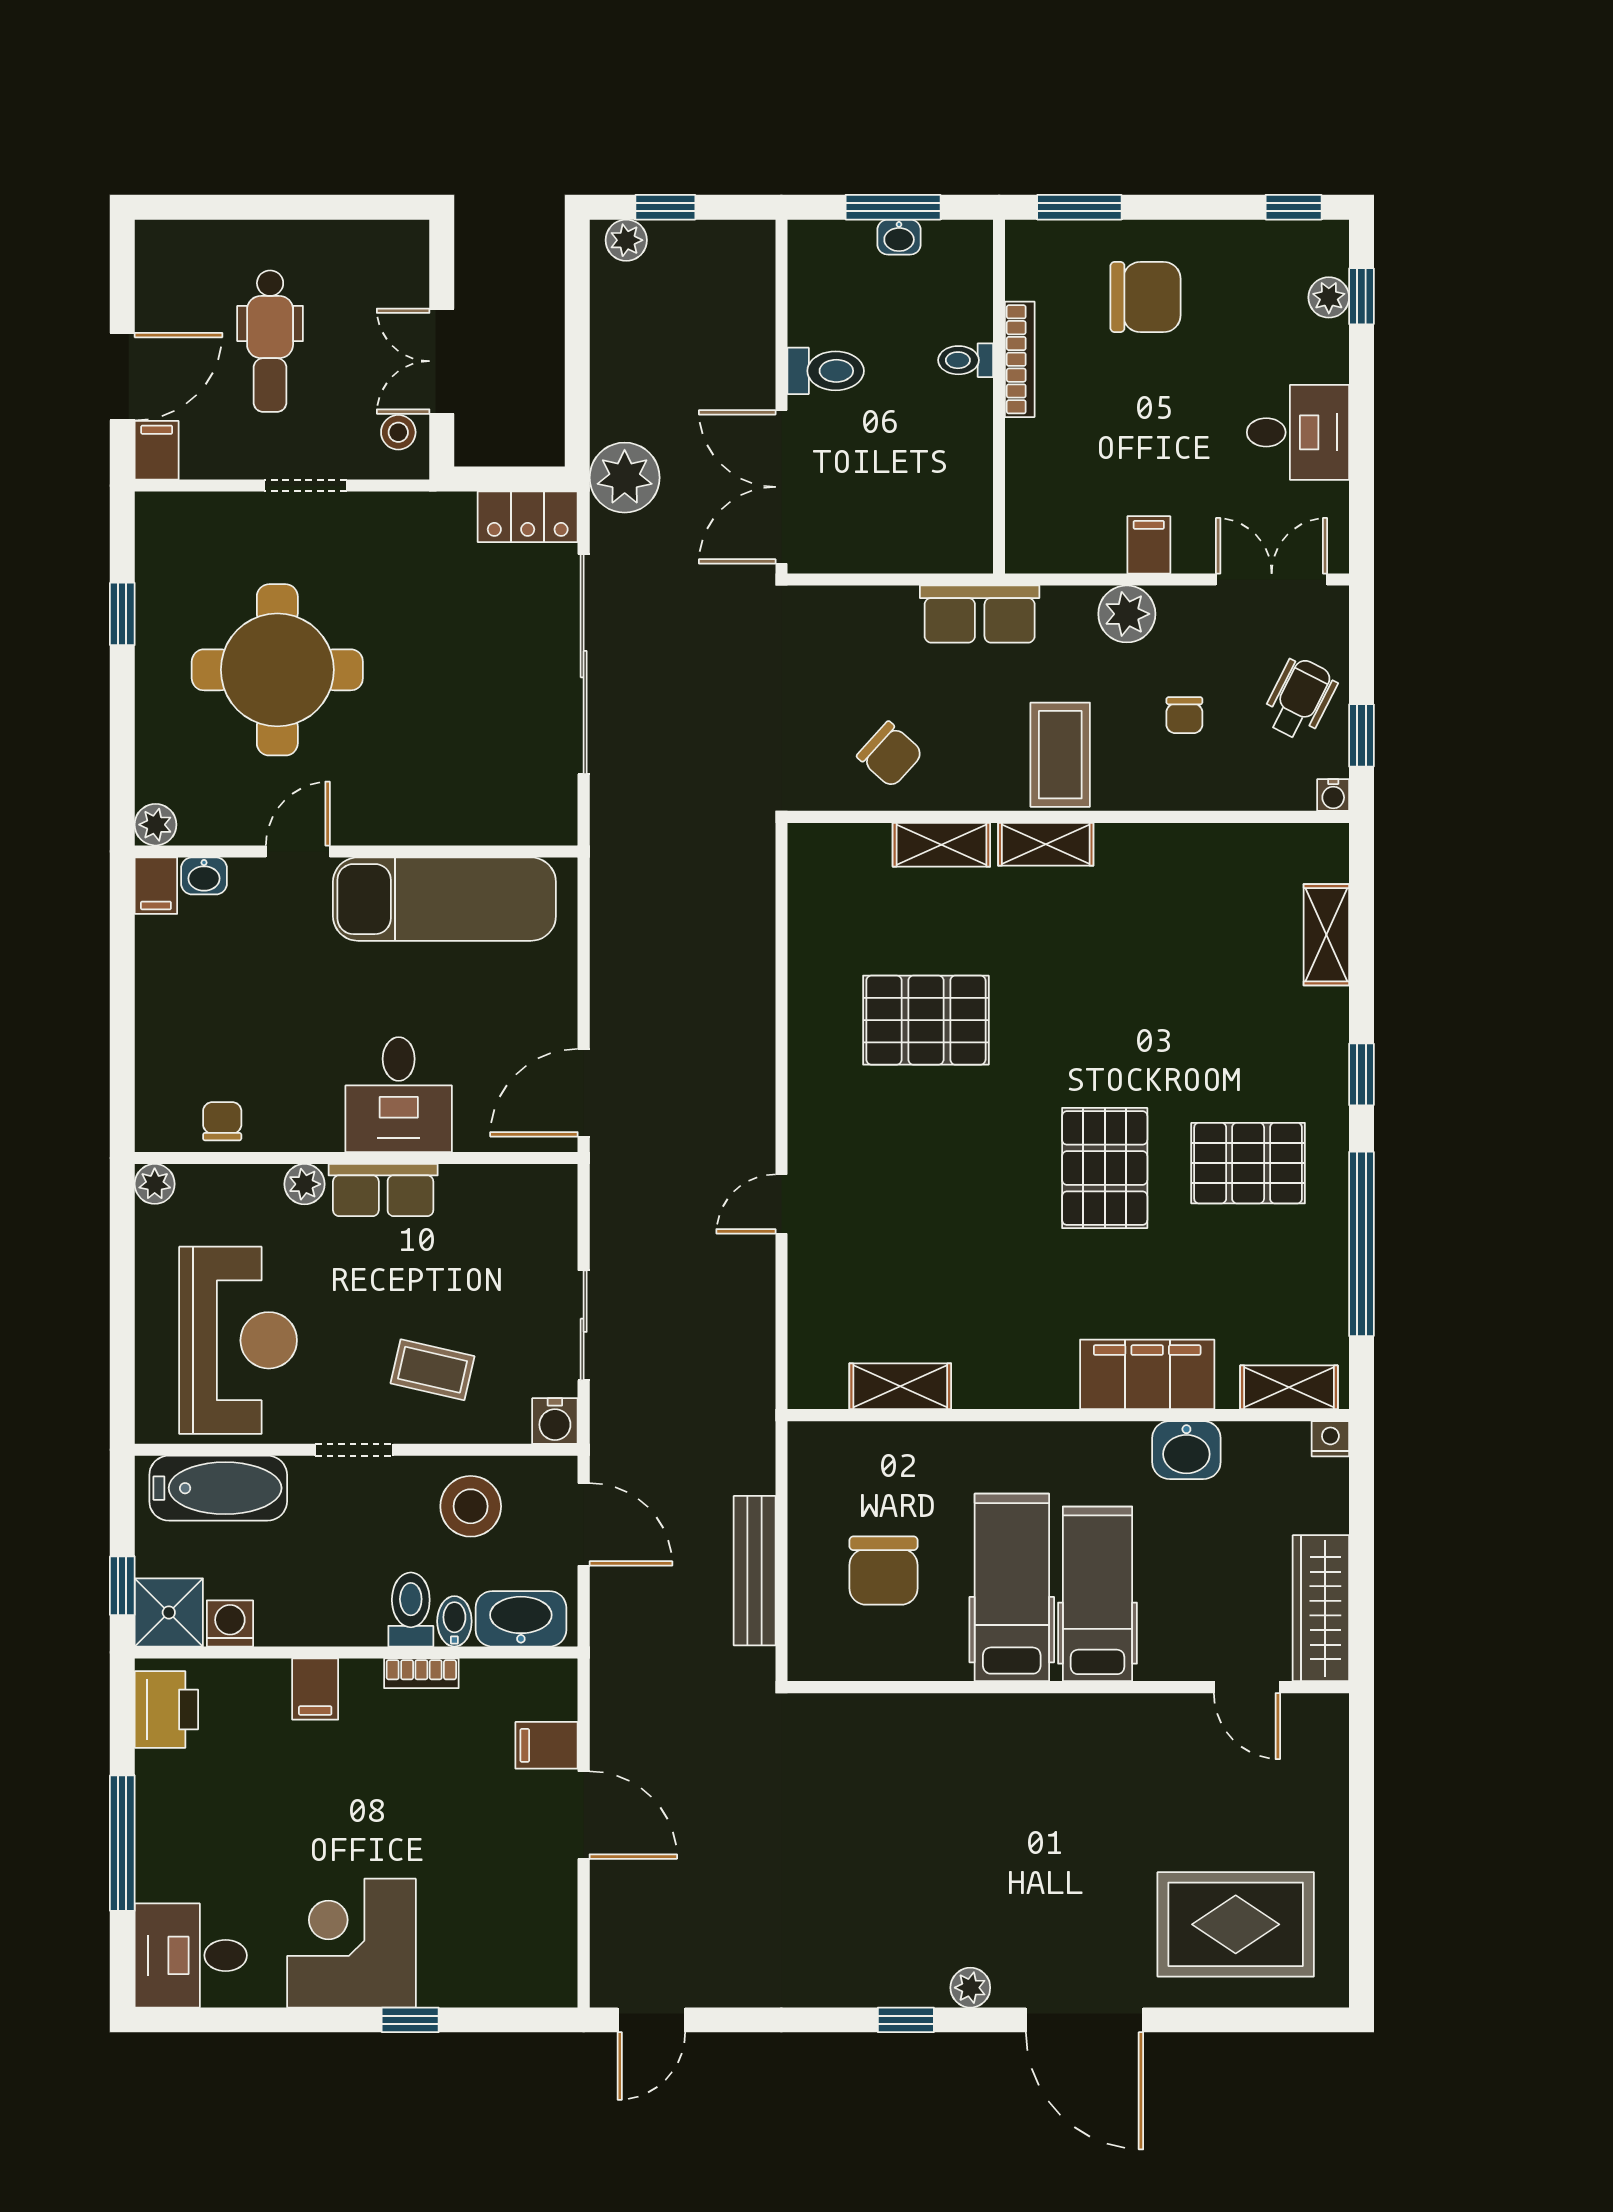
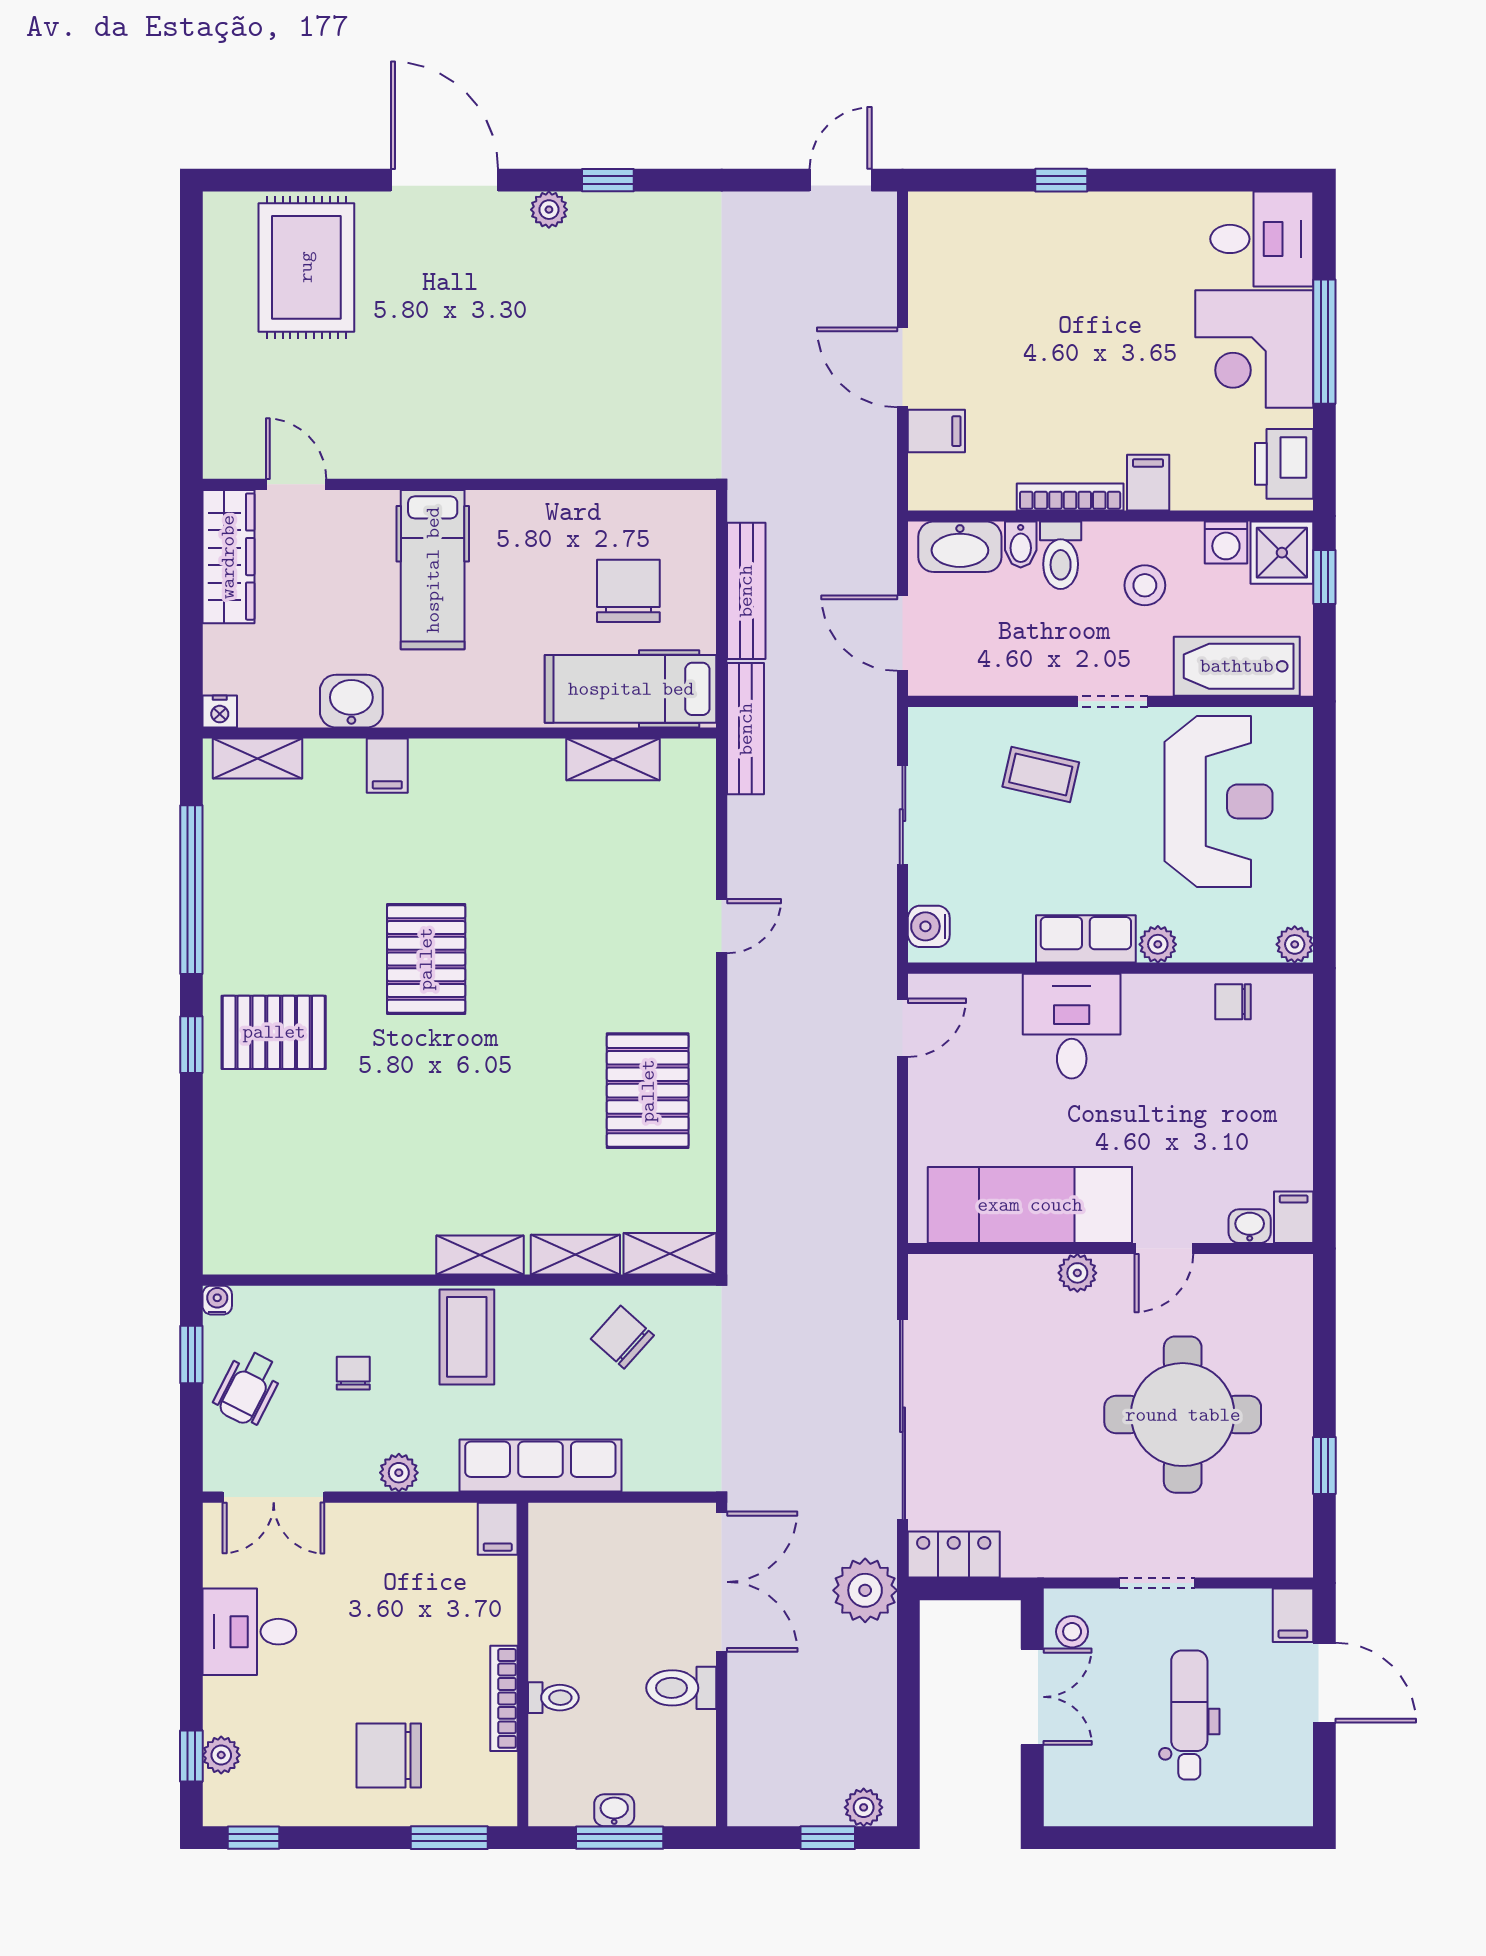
door: (122, 377) -> (1324, 1683), swing flipped
filing cabinet: (1149, 545) -> (498, 1529), moved
row of seats: (980, 614) -> (540, 1466), width x1.48
plant: (1127, 614) -> (399, 1473), width x0.73, depth x0.73
plant: (156, 825) -> (1077, 1273), moved
shelving: (1326, 935) -> (670, 1254), moved, turned 90
pallet: (926, 1020) -> (648, 1091), moved, turned 90
door: (584, 1093) -> (903, 1028), width x0.73
chair: (222, 1121) -> (1233, 1002), turned 90
pallet: (1248, 1163) -> (274, 1032), moved
reception desk: (238, 1340) -> (1219, 801), turned 180
filing cabinet: (1147, 1374) -> (387, 766), width x0.33, depth x0.86
bench: (755, 1420) -> (746, 729), added
water cooler: (555, 1421) -> (929, 926), moved, turned -90
stool: (471, 1506) -> (1145, 585), moved, width x0.73, depth x0.73
hospital bed: (1012, 1587) -> (631, 689), moved, turned 90
bookcase: (421, 1673) -> (1070, 497), width x1.56
rug: (1236, 1924) -> (306, 267), turned 90
corner desk: (351, 1943) -> (1254, 349), moved, turned 90

